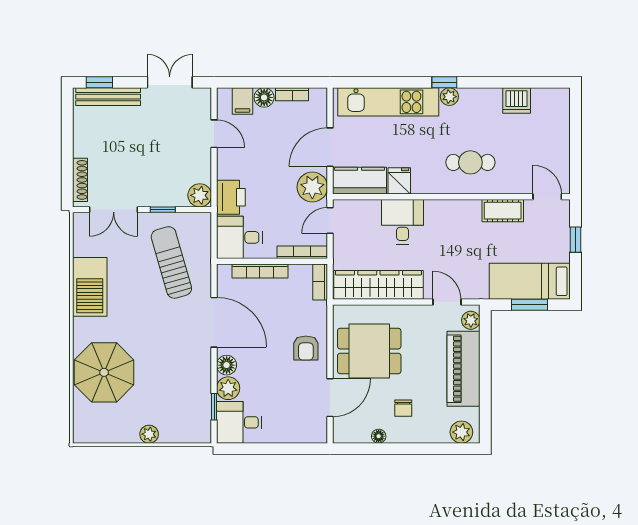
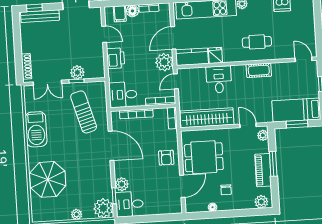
plant: (200, 195) -> (77, 72), moved
printer: (231, 197) -> (116, 58), moved
cot: (503, 211) -> (259, 70), moved
floor lamp: (227, 365) -> (120, 171), removed
piano: (464, 369) -> (263, 170), width x0.73, depth x0.75
window: (485, 369) -> (273, 164), added
plant: (195, 427) -> (103, 208), added

